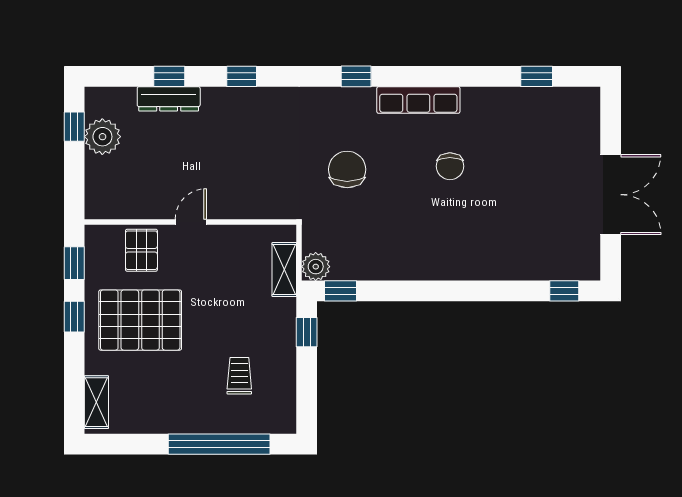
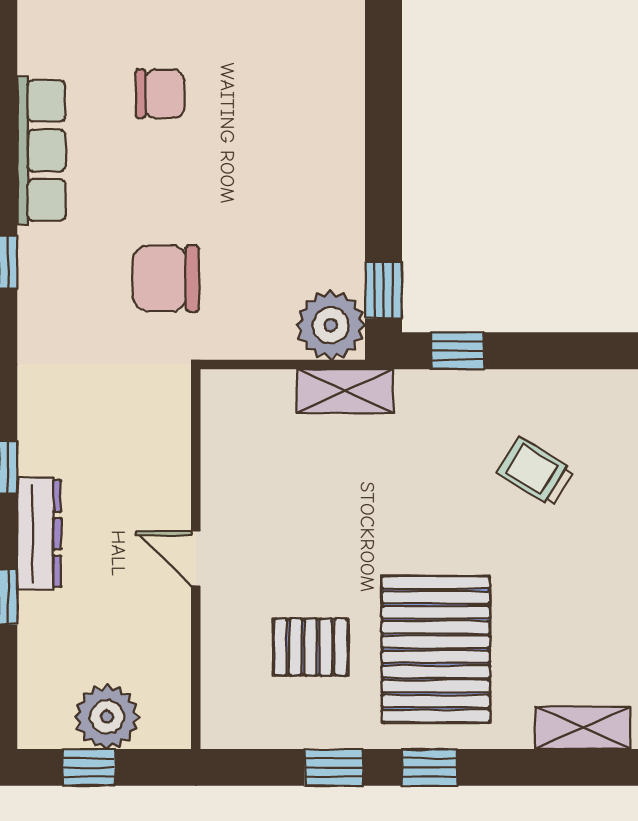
dresser: (169, 99) -> (39, 534), moved
wall: (190, 222) -> (196, 559), moved
door: (191, 222) -> (196, 558), moved
plant: (316, 267) -> (331, 325), width x1.36, depth x1.36
trolley: (239, 376) -> (536, 472), turned 32

